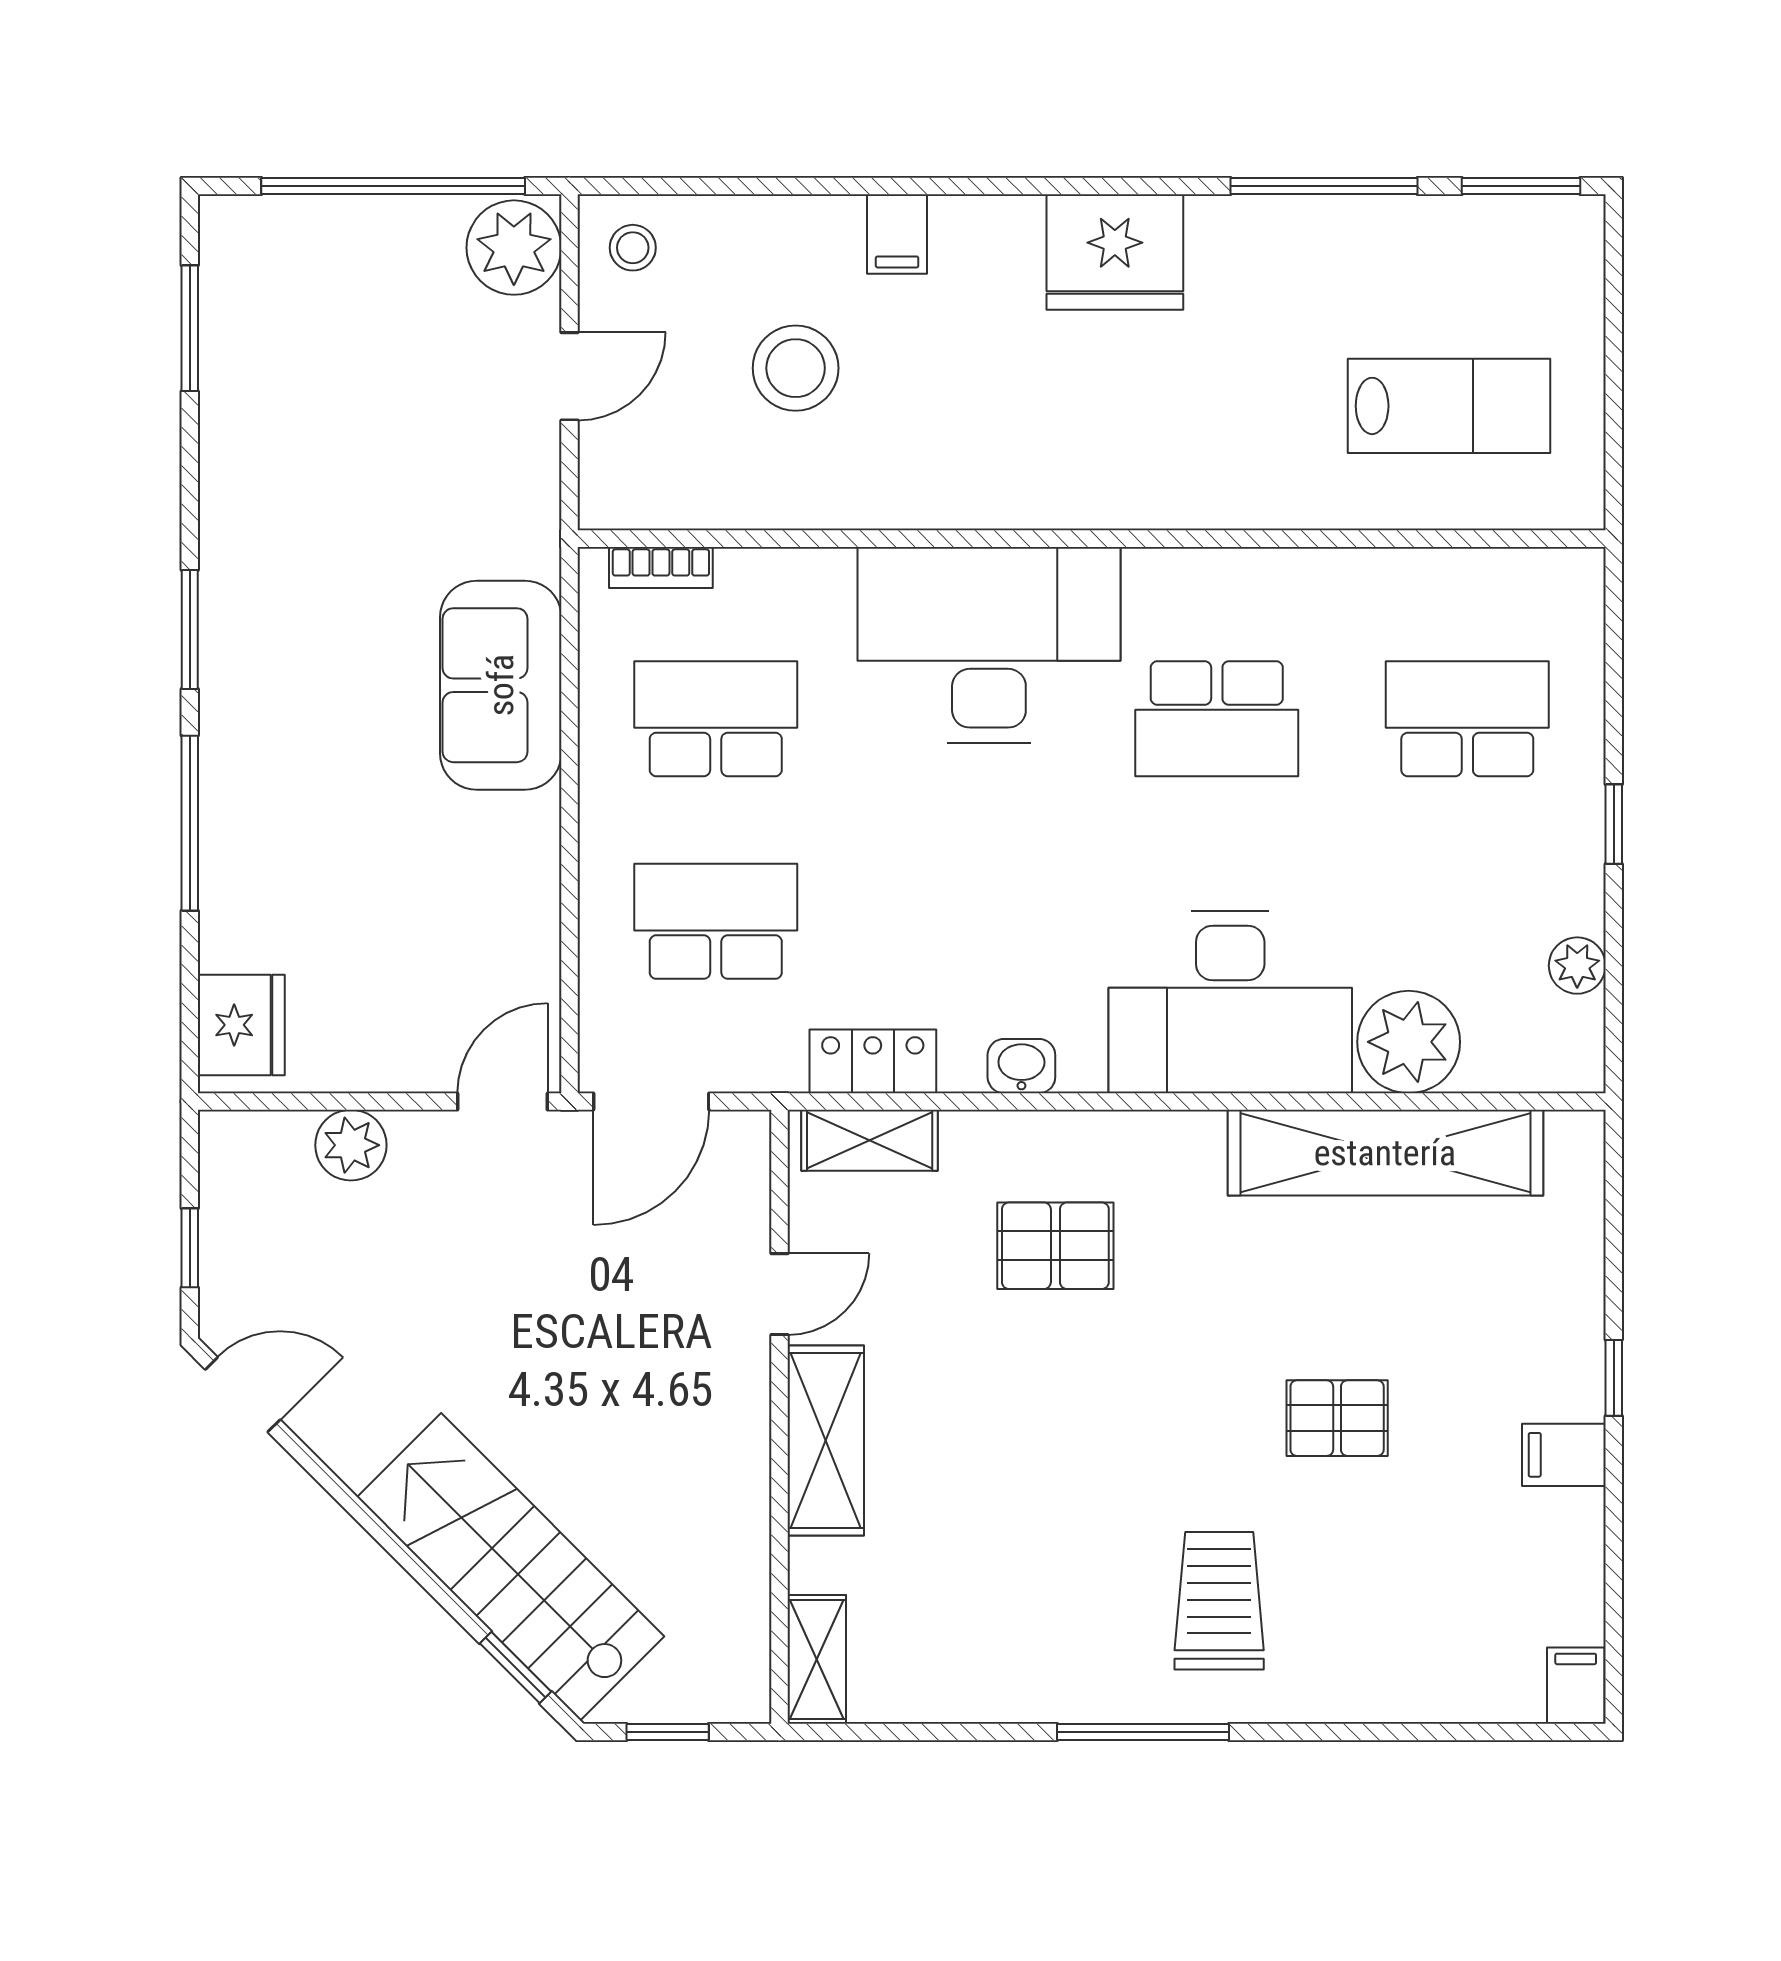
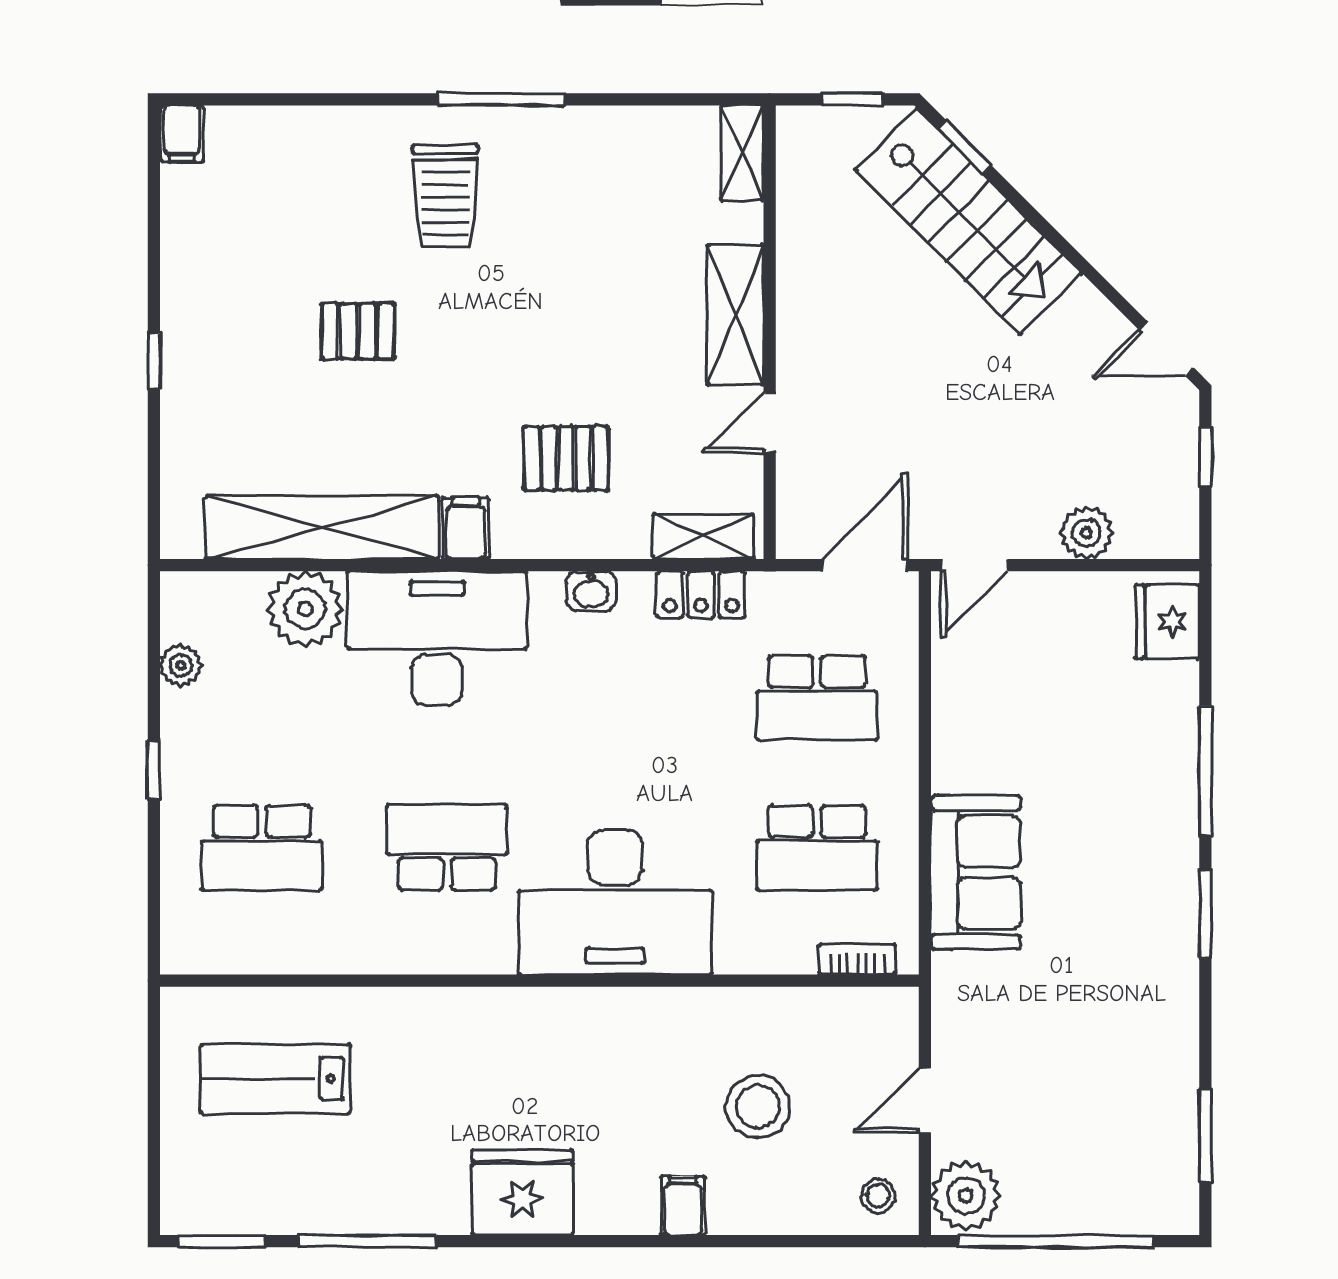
filing cabinet: (1564, 1455) -> (466, 528), moved, turned -90

